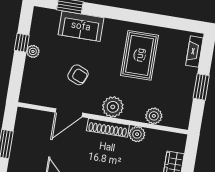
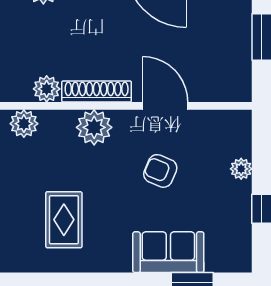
plant: (33, 51) -> (241, 169), moved
rug: (140, 55) -> (64, 220), width x0.73, depth x0.70
door: (69, 113) -> (165, 106), hinge flipped

